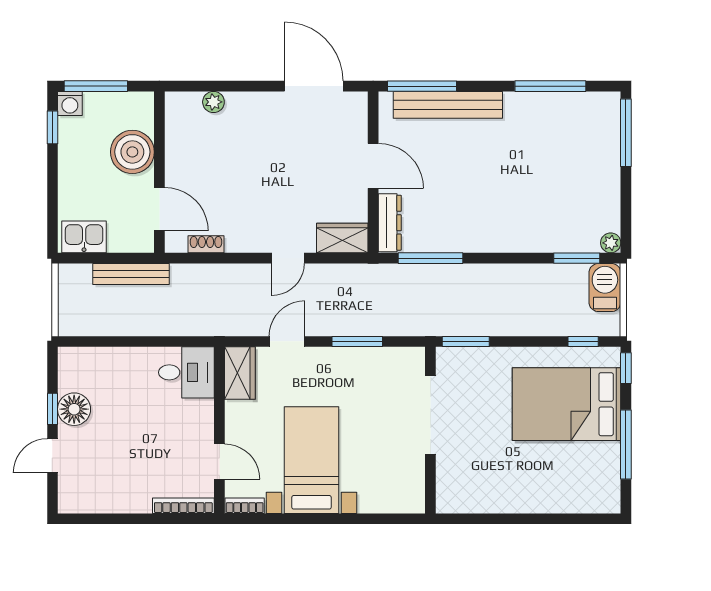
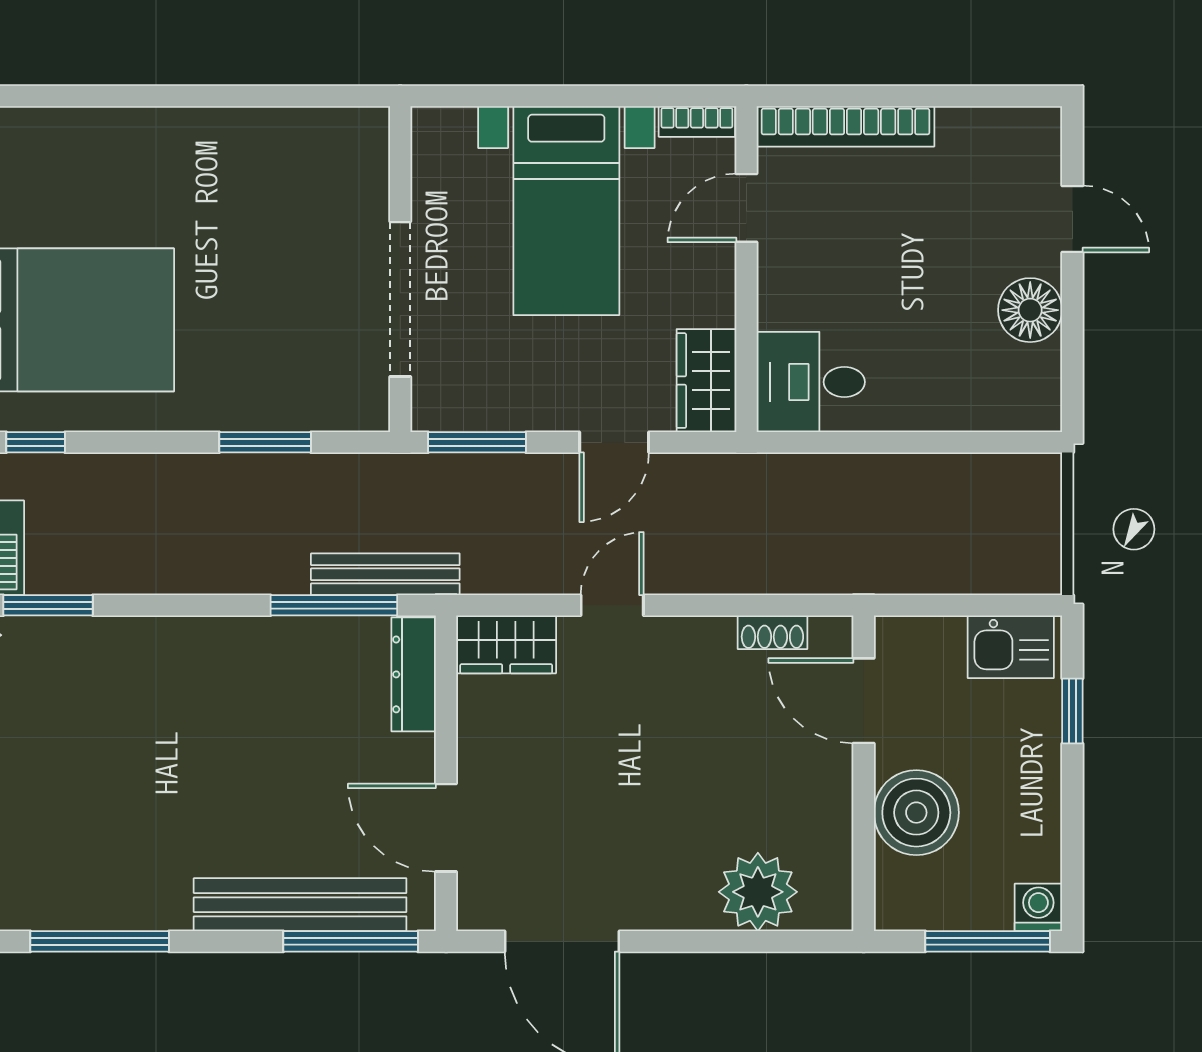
plant: (213, 102) -> (758, 892), width x1.87, depth x1.87
window: (52, 127) -> (1072, 711), moved
door: (373, 166) -> (446, 828), moved
bench: (131, 274) -> (385, 574), moved
window: (52, 409) -> (1072, 311), removed
doorway: (430, 415) -> (400, 299), moved
wall: (430, 430) -> (400, 269), moved
door: (52, 456) -> (1072, 219), hinge flipped
door: (219, 462) -> (746, 208), hinge flipped
bookcase: (183, 506) -> (846, 126), width x1.48, depth x1.31

